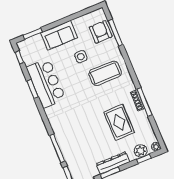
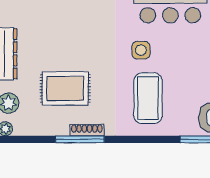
side table: (81, 57) -> (141, 50), moved

